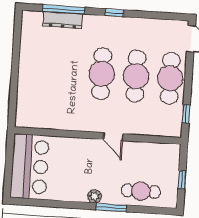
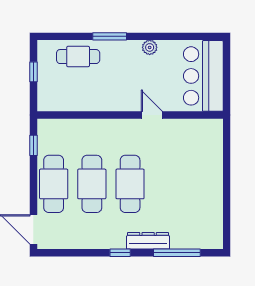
dresser: (63, 20) -> (148, 241), moved
door: (113, 137) -> (152, 115), moved
plant: (94, 196) -> (150, 47), moved

